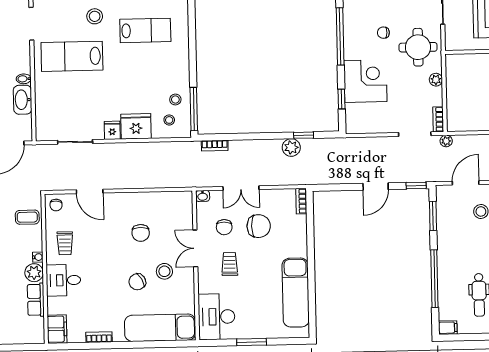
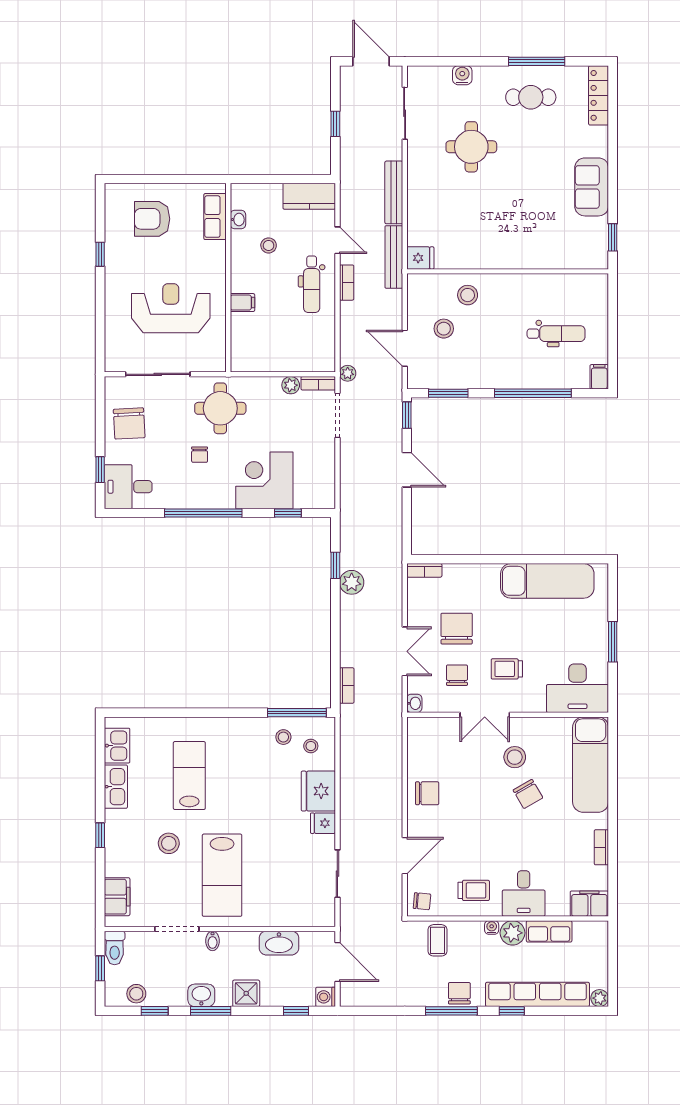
bidet: (24, 79) -> (213, 941), moved
plant: (436, 80) -> (291, 385), moved
chair: (224, 227) -> (457, 675), turned -90
chair: (141, 233) -> (427, 793), moved

